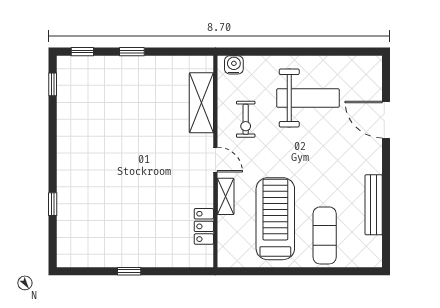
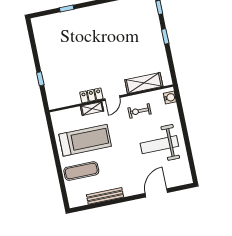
weight bench: (308, 98) -> (159, 145), turned 90
locker: (204, 226) -> (91, 95), moved
window: (129, 271) -> (40, 79), moved

